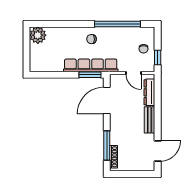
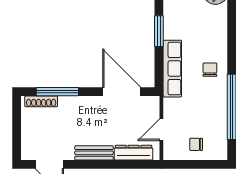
window: (158, 58) -> (183, 164), removed
row of seats: (91, 65) -> (172, 69), width x0.73
window: (90, 75) -> (159, 31), moved

